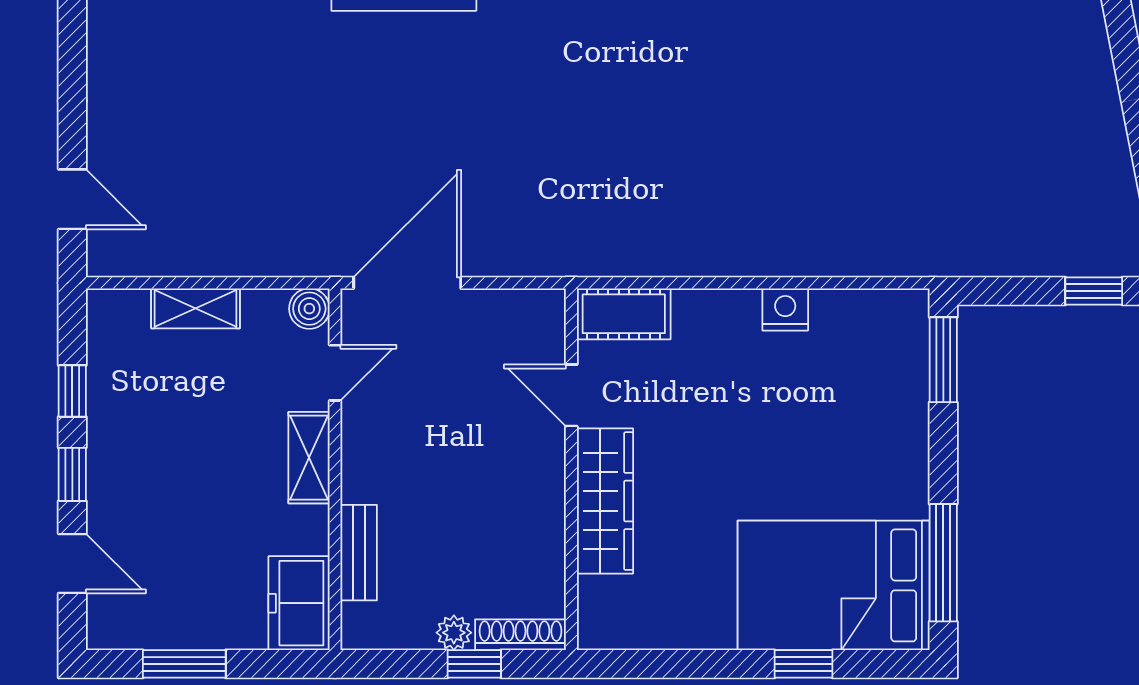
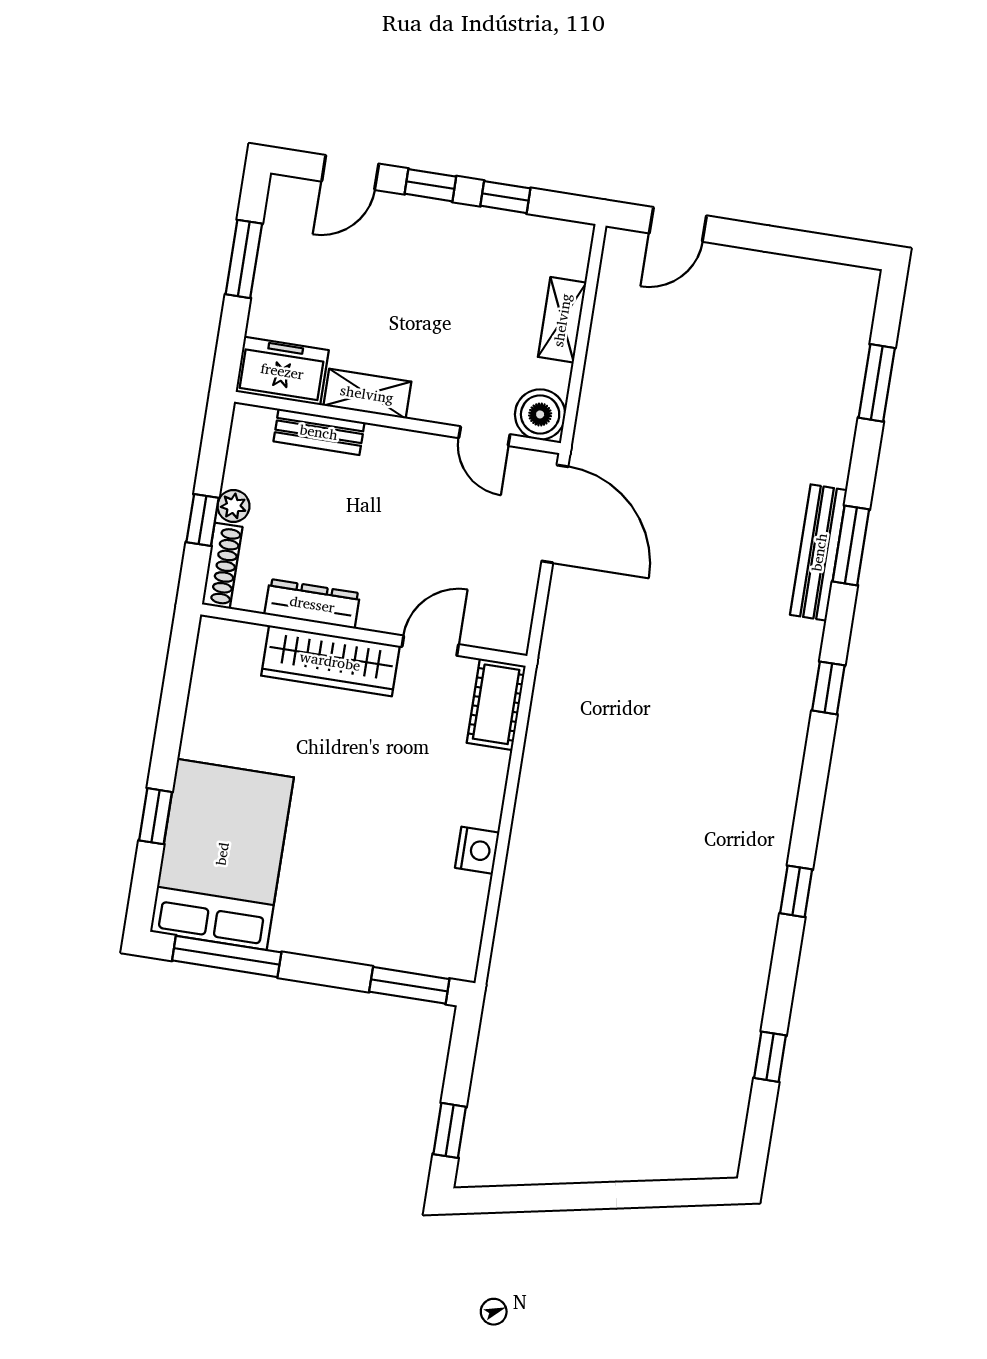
boiler: (309, 309) -> (540, 414), width x1.36, depth x1.36
shelving: (309, 458) -> (367, 394), moved
dresser: (546, 531) -> (312, 604), added

